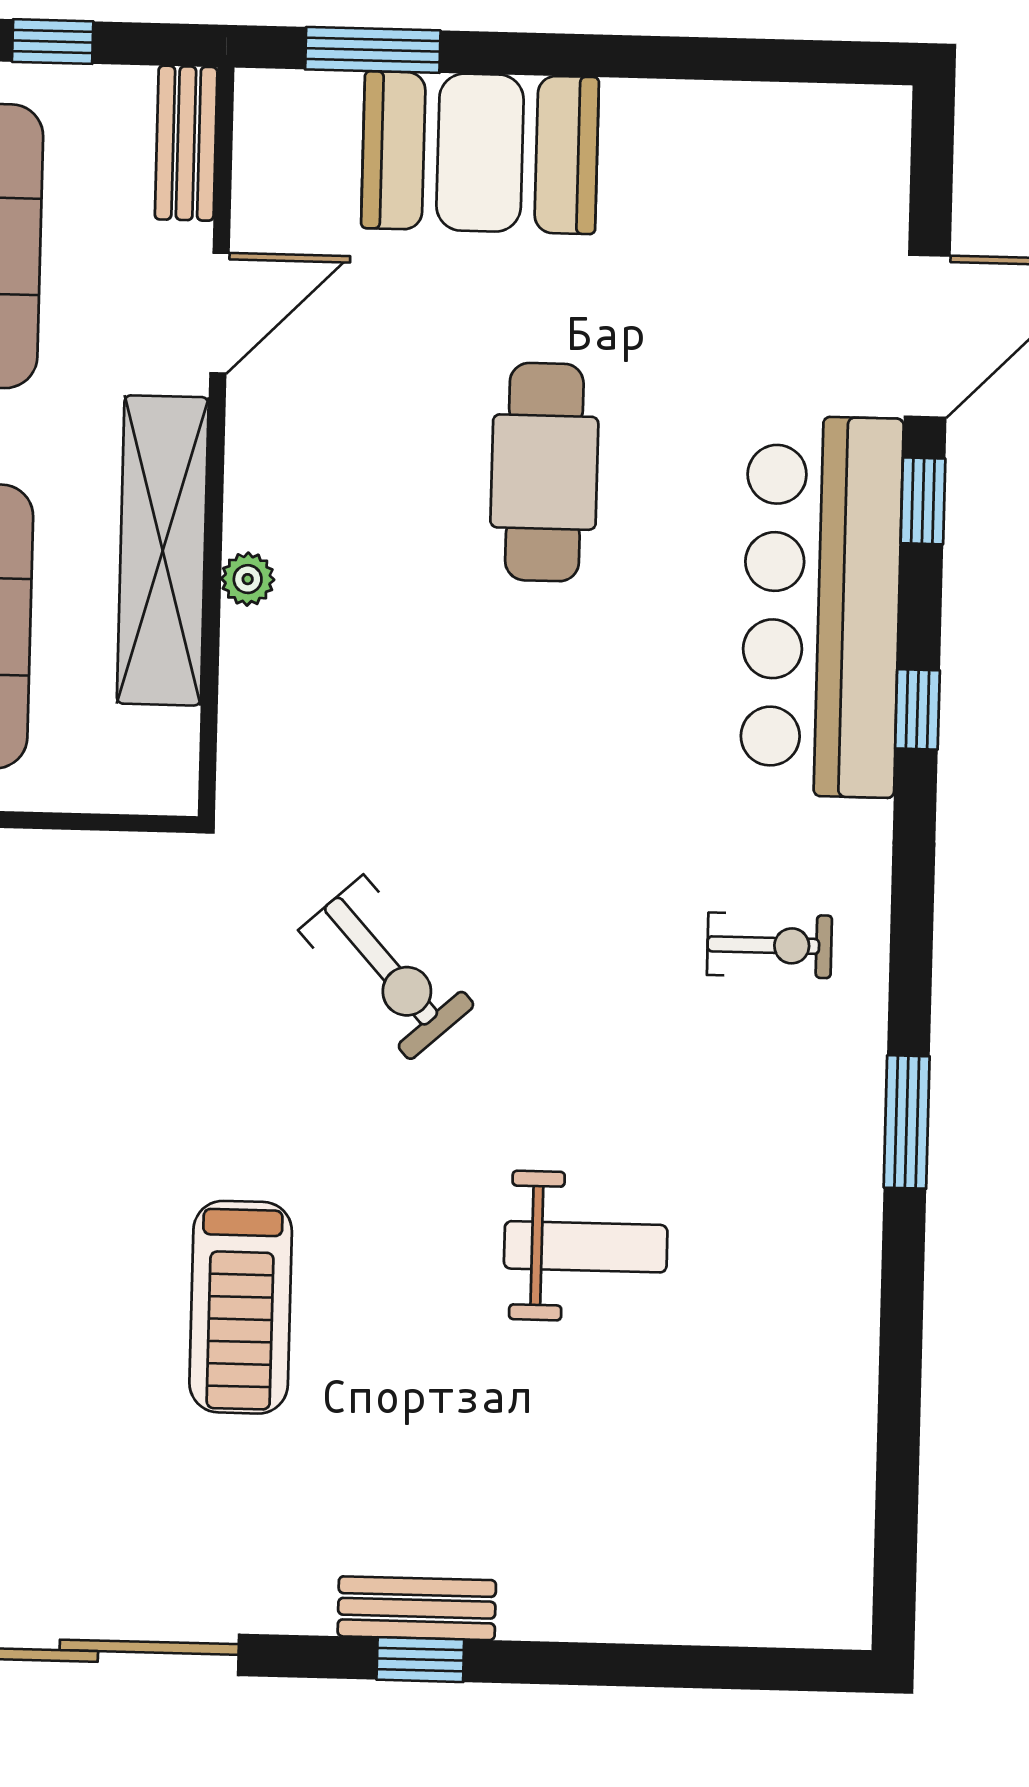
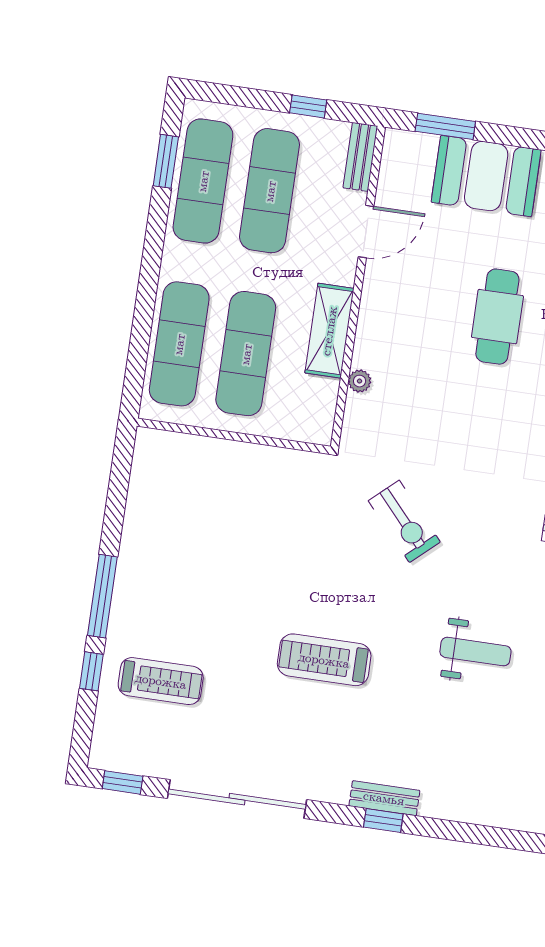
shelving: (163, 550) -> (329, 331), width x0.68
plant: (248, 579) -> (360, 381), moved
treadmill: (241, 1307) -> (324, 660), turned 90

